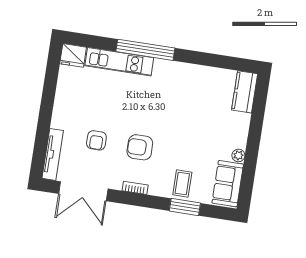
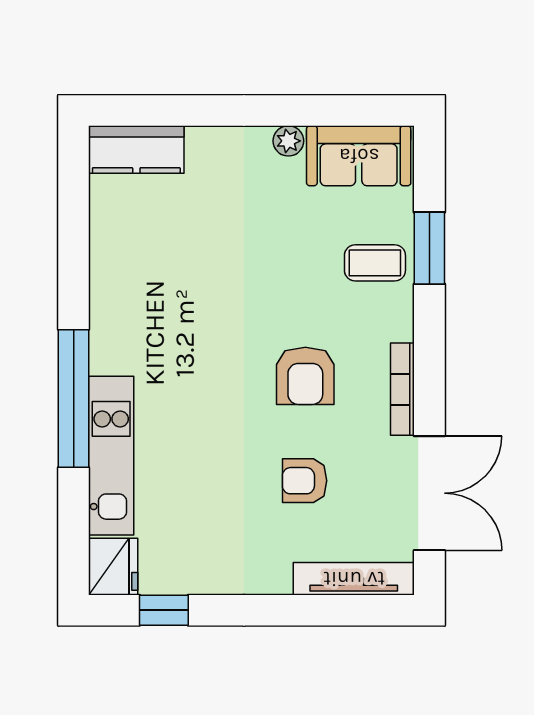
window: (52, 74) -> (164, 610), added
armchair: (96, 140) -> (305, 481), turned 180
bookcase: (135, 188) -> (402, 389), width x1.56

